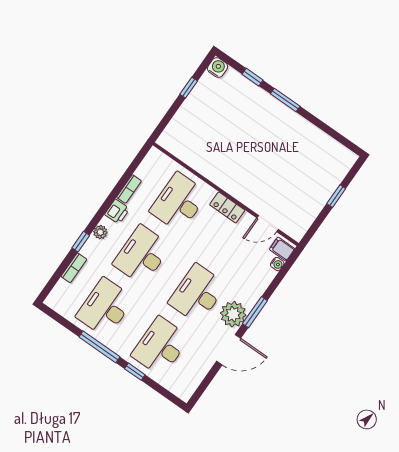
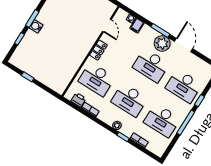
water cooler: (218, 67) -> (36, 26), moved
printer: (117, 212) -> (78, 100), moved
filing cabinet: (282, 249) -> (137, 26), moved

